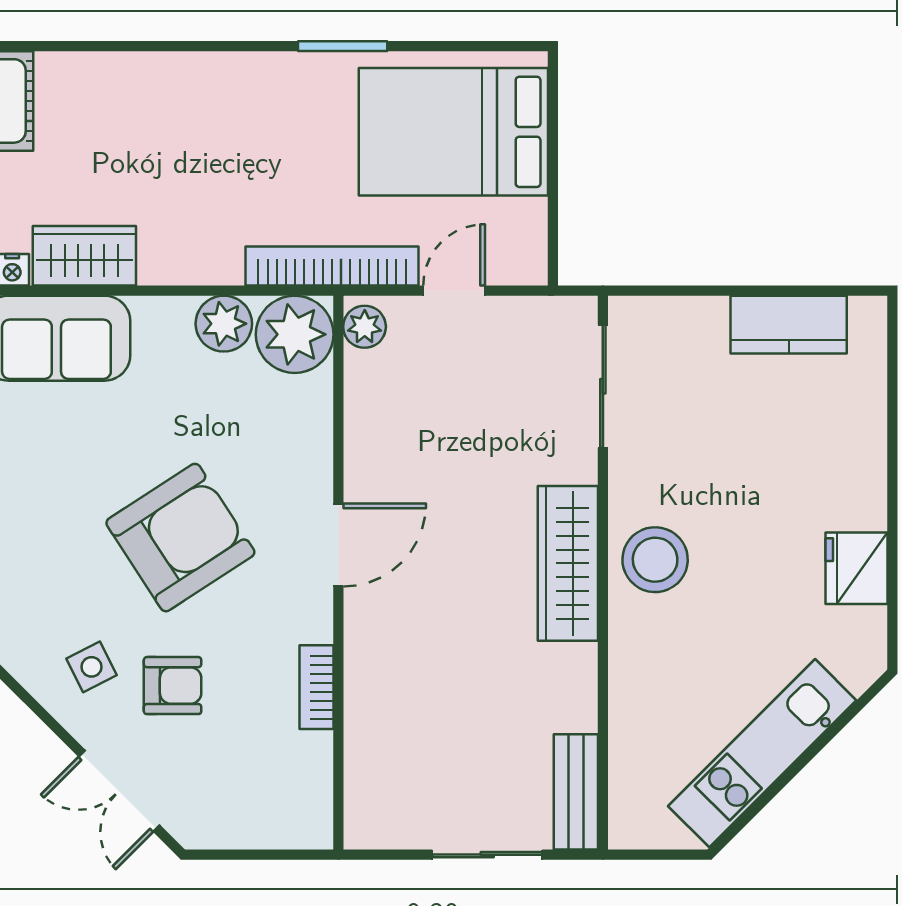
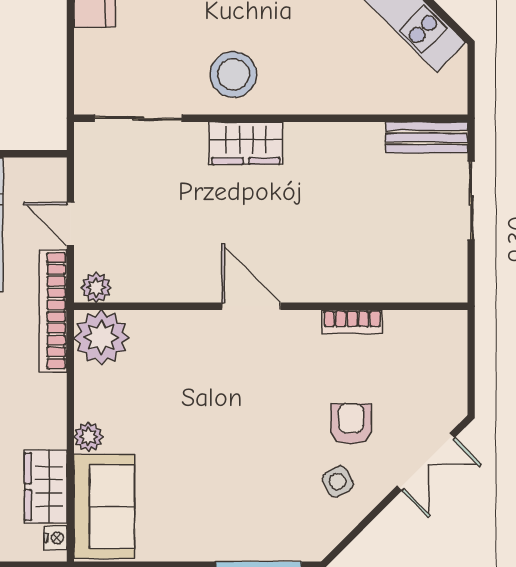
plant: (224, 324) -> (88, 437), moved, width x0.73, depth x0.73
armchair: (180, 538) -> (246, 418), removed
stool: (655, 560) -> (234, 74), moved
wardrobe: (568, 563) -> (246, 143), width x0.67

